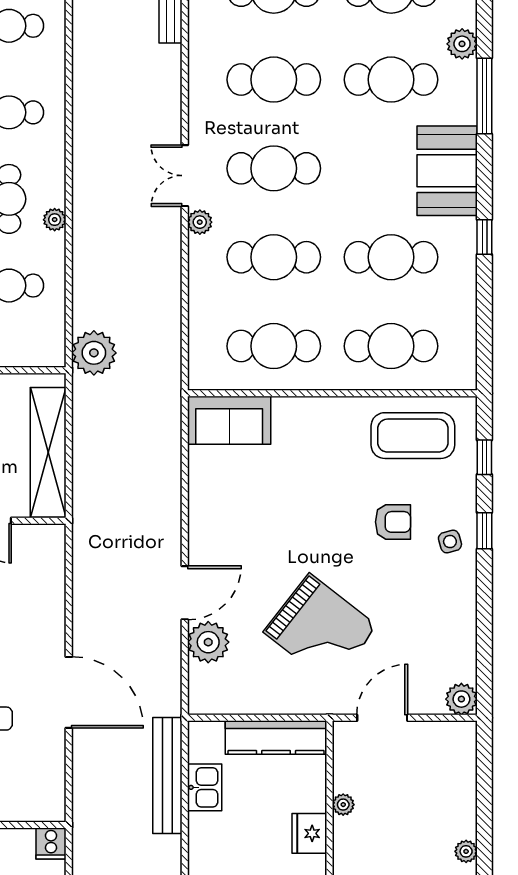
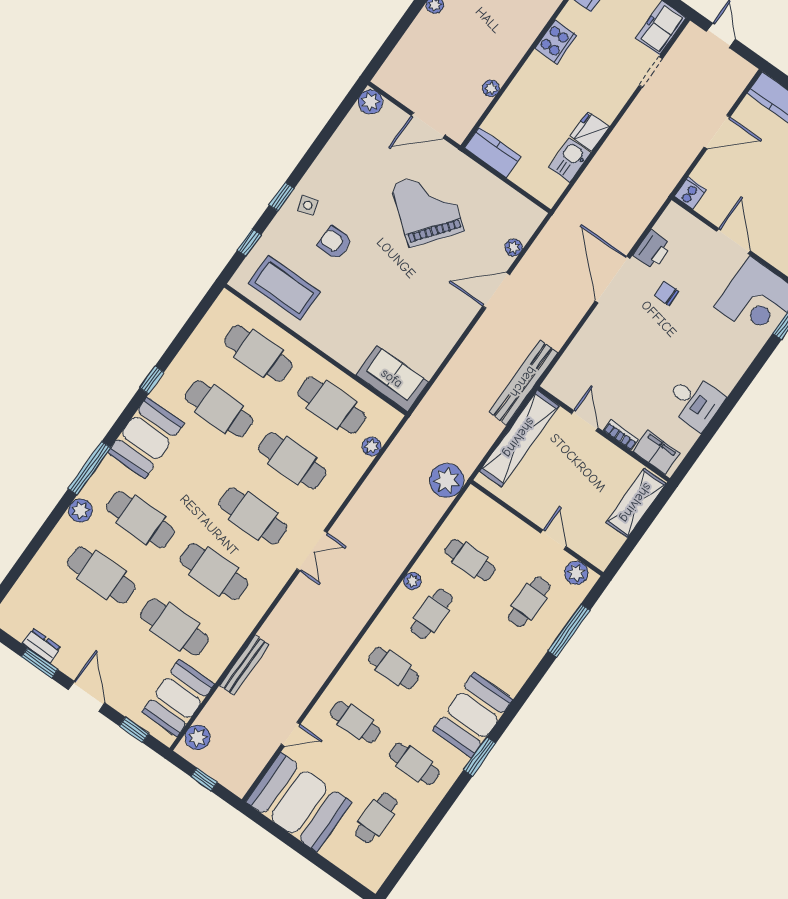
plant: (200, 222) -> (372, 446), moved
plant: (208, 642) -> (514, 248), width x0.53, depth x0.53
kitchen counter: (276, 737) -> (493, 152), width x0.67
printer: (49, 754) -> (652, 250), added
bench: (167, 776) -> (523, 382), moved
fridge: (309, 833) -> (590, 132), moved, turned 180

